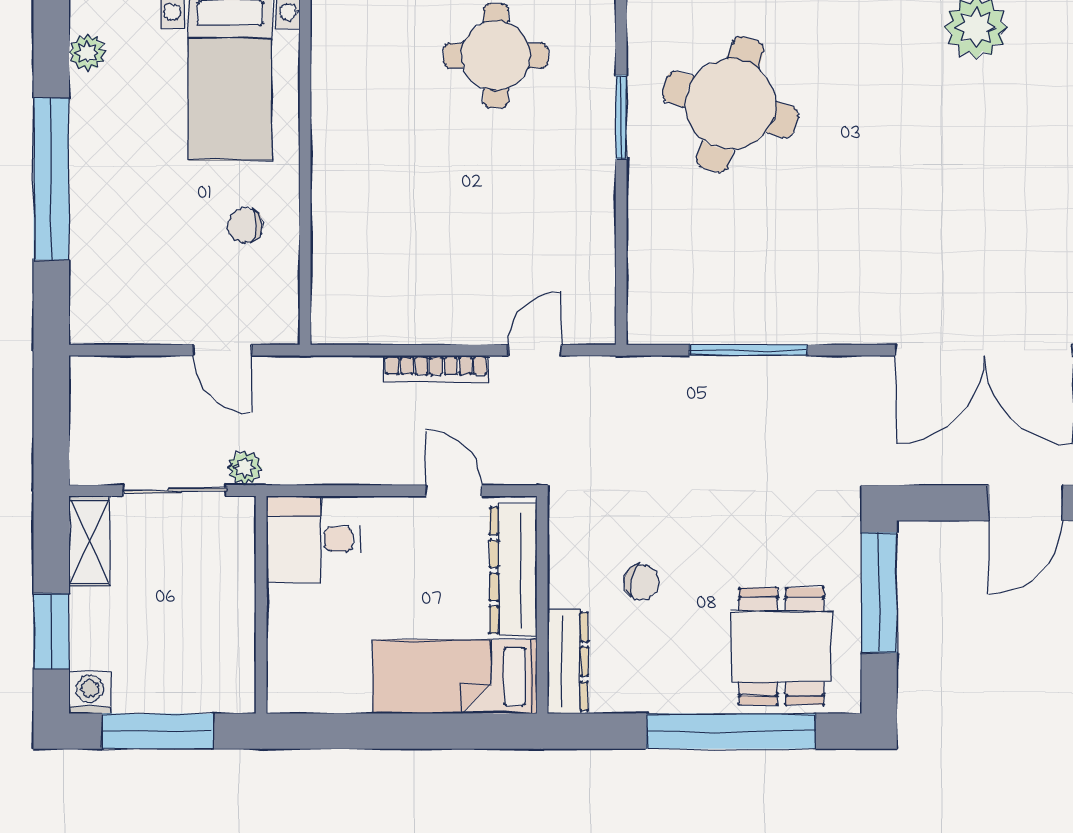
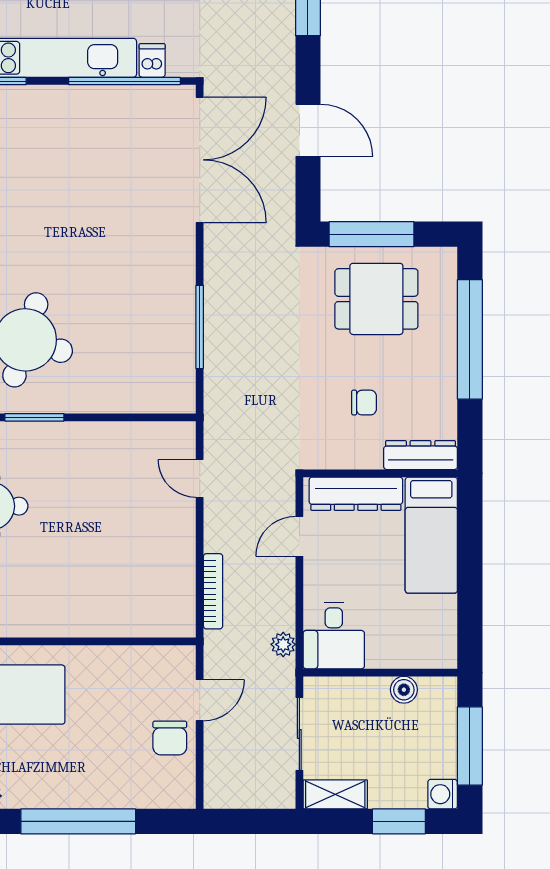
chair: (245, 225) -> (170, 738), moved, width x1.37, depth x1.37
bookcase: (436, 369) -> (213, 591), moved
plant: (245, 468) -> (283, 644), moved
chair: (642, 582) -> (364, 403), turned 76
boiler: (237, 638) -> (404, 690), added
dining table: (781, 646) -> (376, 299), moved

